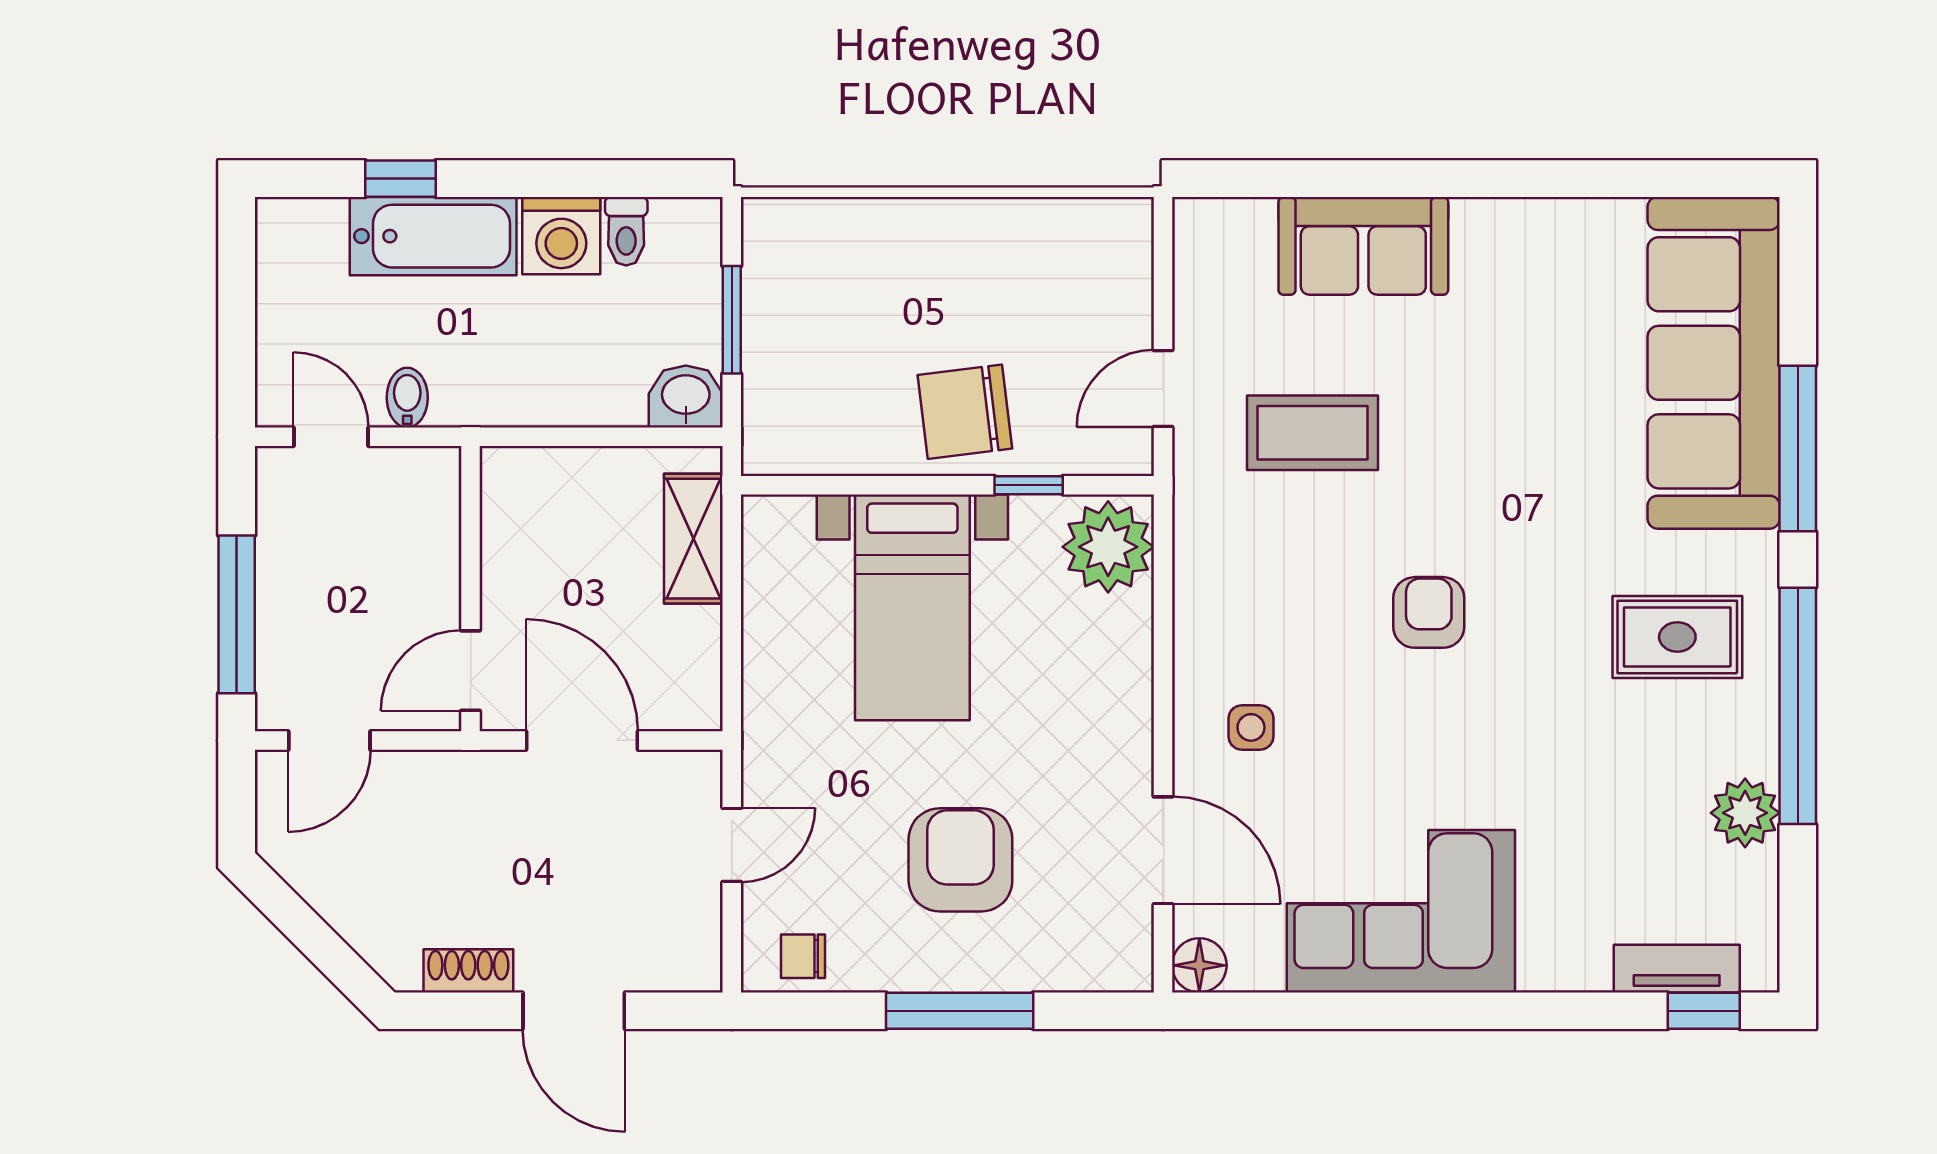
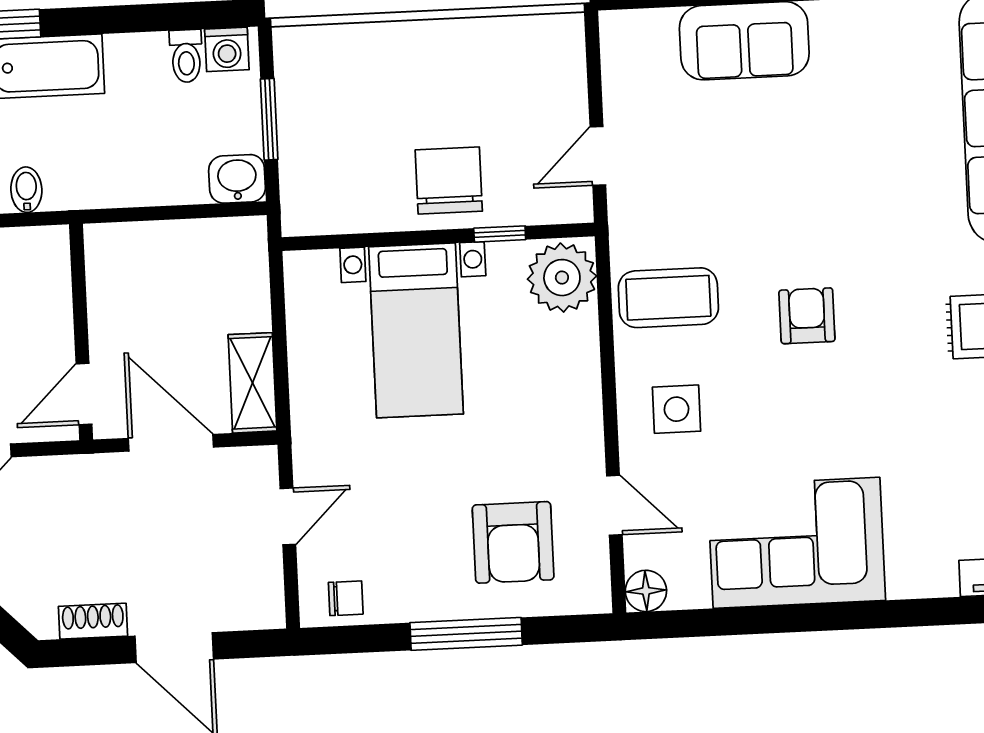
washing machine: (561, 236) -> (227, 49), moved, width x0.73, depth x0.73
chair: (965, 412) -> (449, 181), turned 97
coffee table: (1313, 433) -> (668, 298), moved
shelving: (693, 539) -> (252, 383), moved
side table: (1251, 727) -> (676, 409), width x1.37, depth x1.37
door: (1163, 850) -> (614, 505), width x0.73
armchair: (960, 860) -> (513, 542), moved, turned 180
chair: (803, 956) -> (346, 598), turned 180

